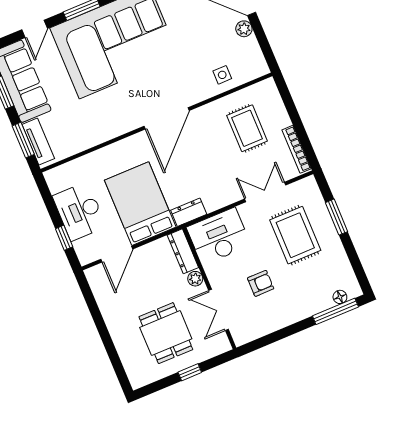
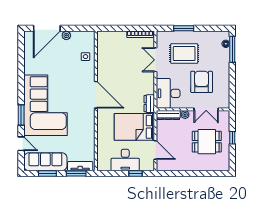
rug: (247, 128) -> (118, 55), removed
armchair: (261, 283) -> (202, 82), width x1.88, depth x1.88

